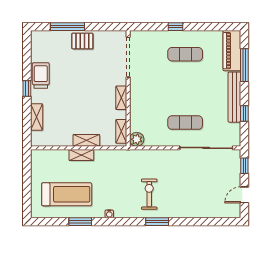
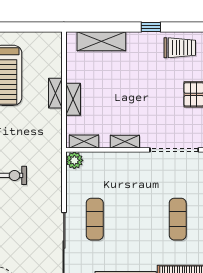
trolley: (41, 76) -> (180, 48), moved
window: (27, 89) -> (151, 27), moved
shelving: (37, 117) -> (101, 41), width x1.50, depth x1.33

